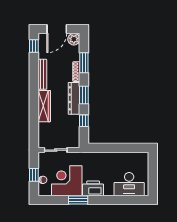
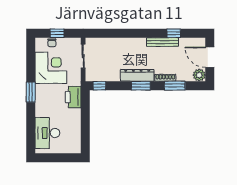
window: (34, 46) -> (174, 33), moved
wardrobe: (44, 106) -> (129, 44), removed
window: (84, 121) -> (99, 86), moved
printer: (93, 188) -> (73, 97), moved, turned 180
window: (78, 200) -> (31, 92), moved

